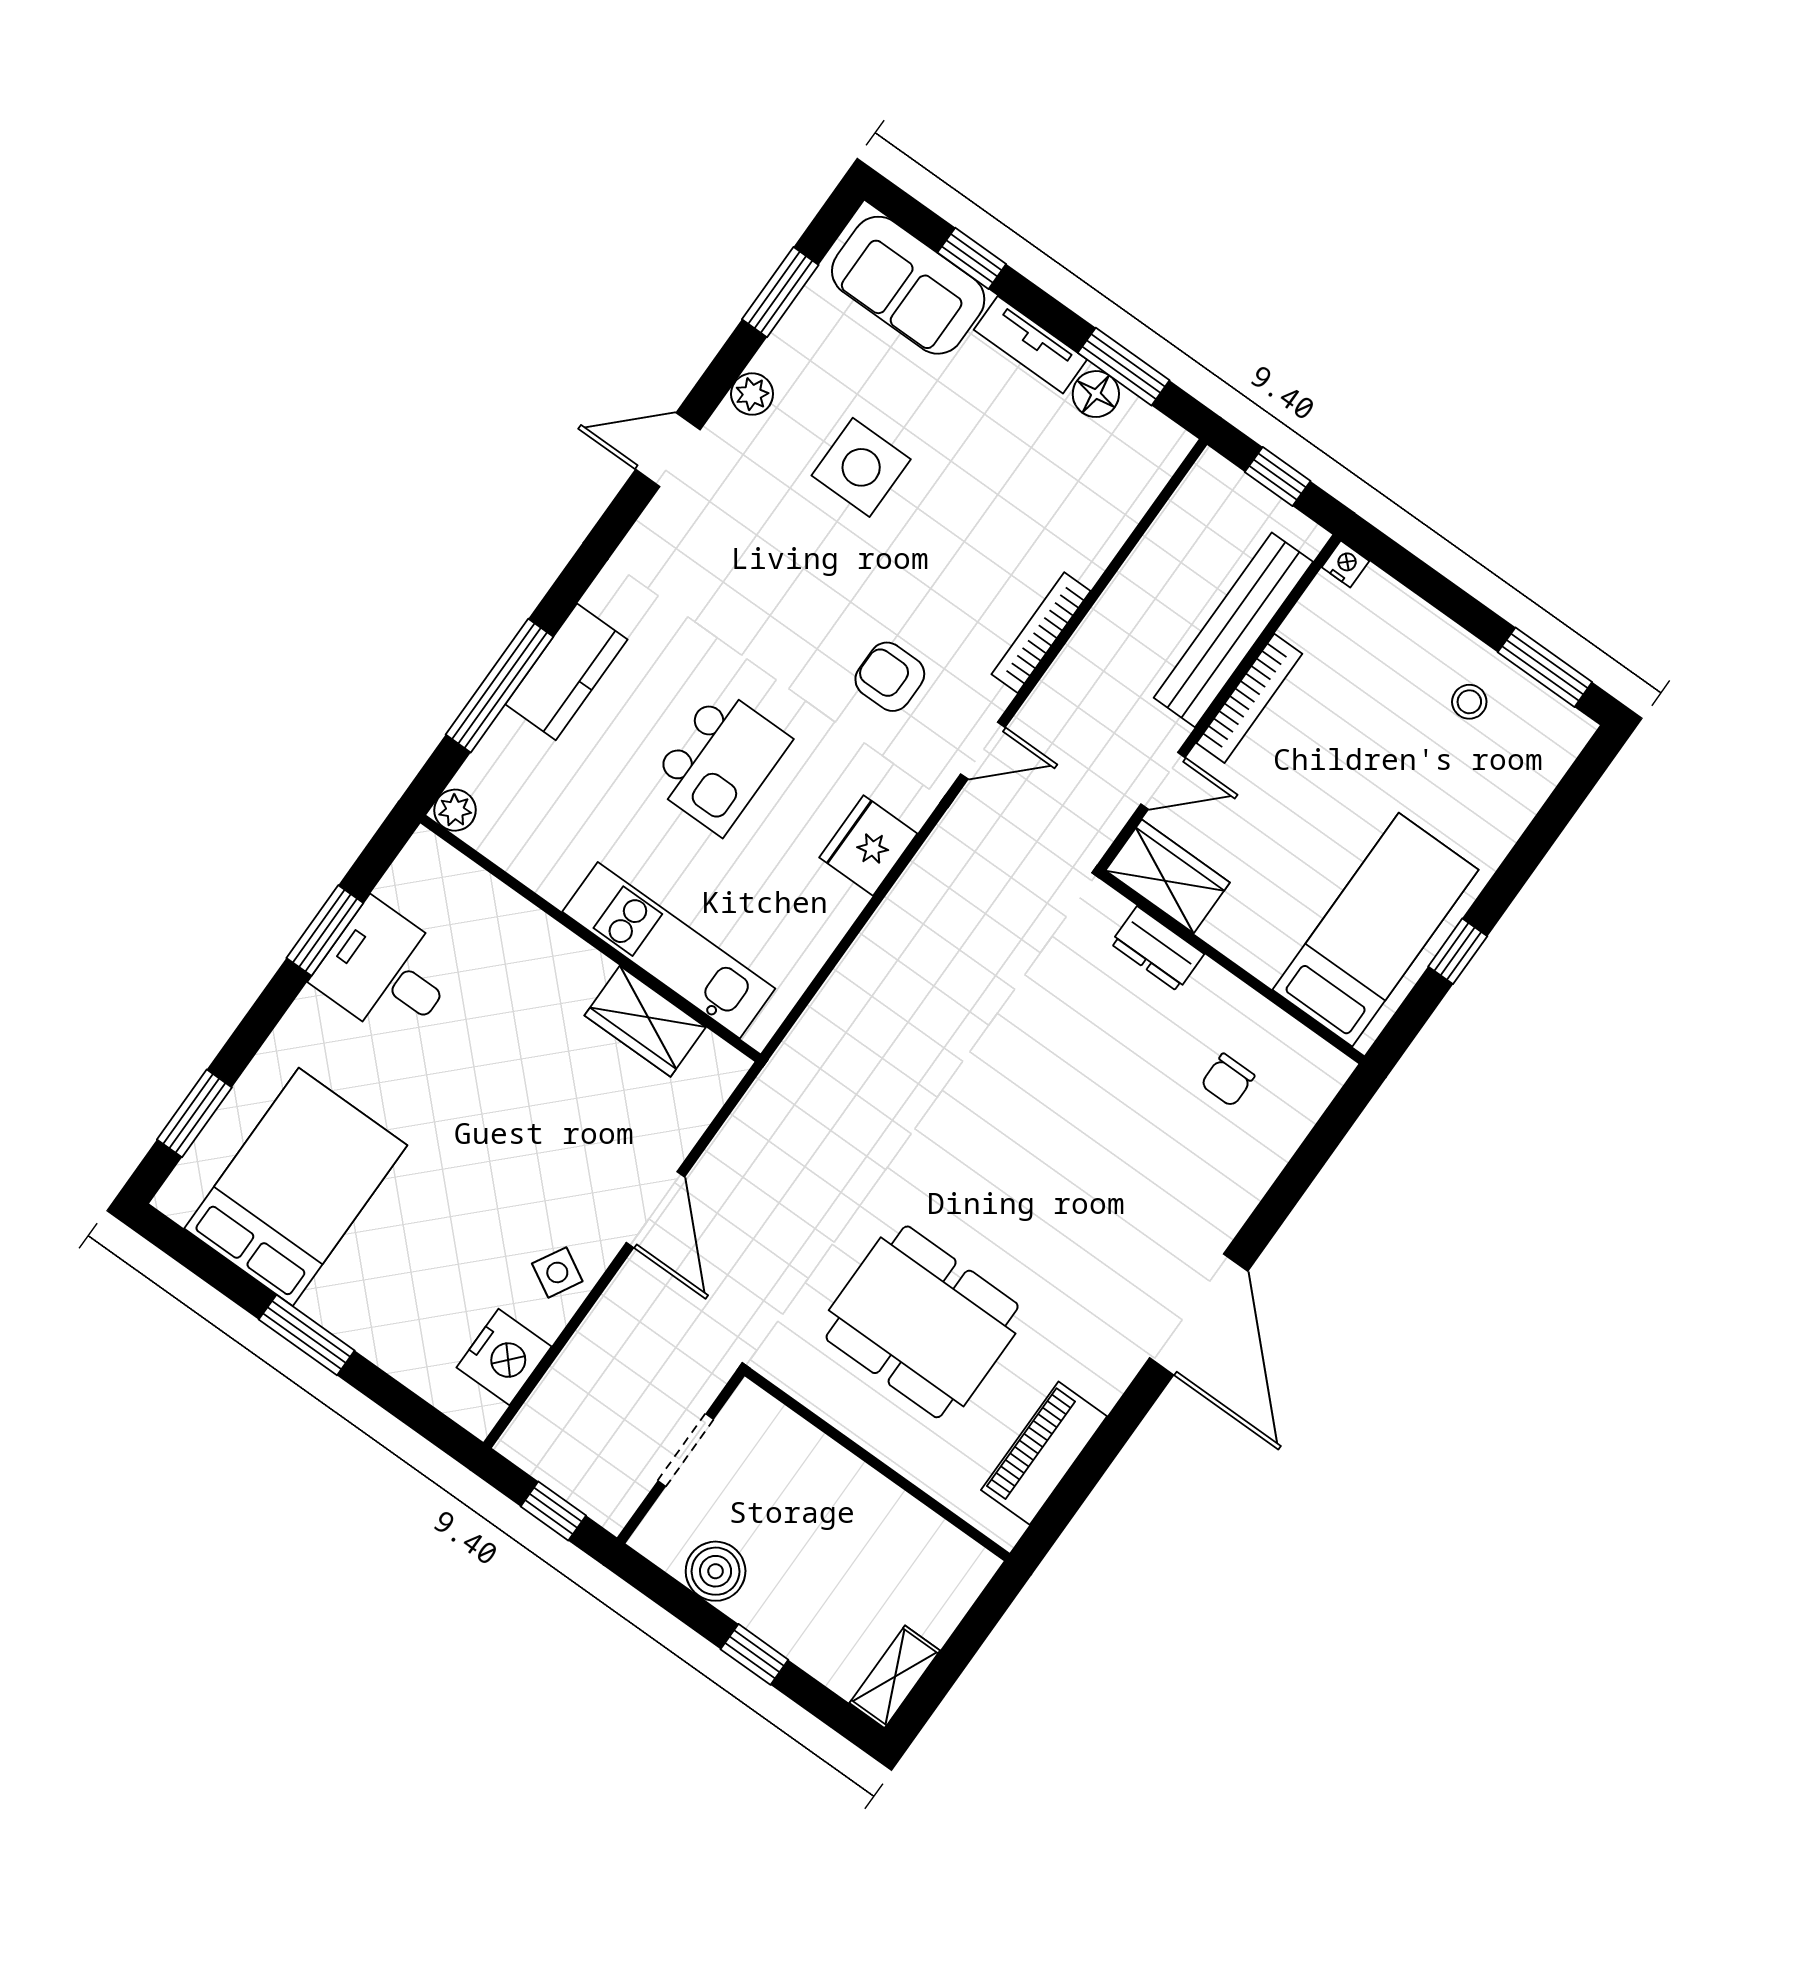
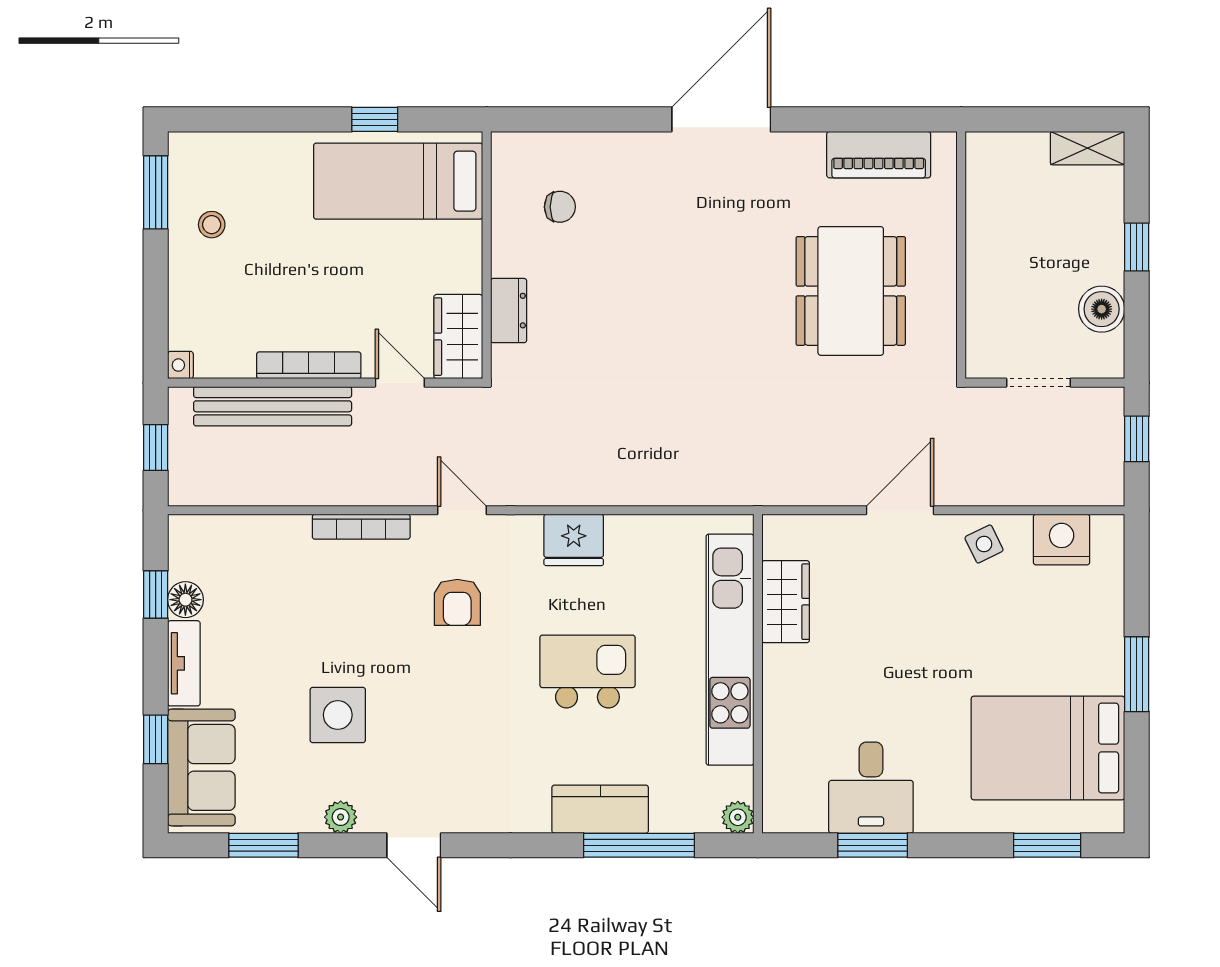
window: (1124, 367) -> (156, 594), width x0.67
kitchen unit: (669, 950) -> (730, 650), width x1.36
side table: (557, 1272) -> (984, 544), turned 35

